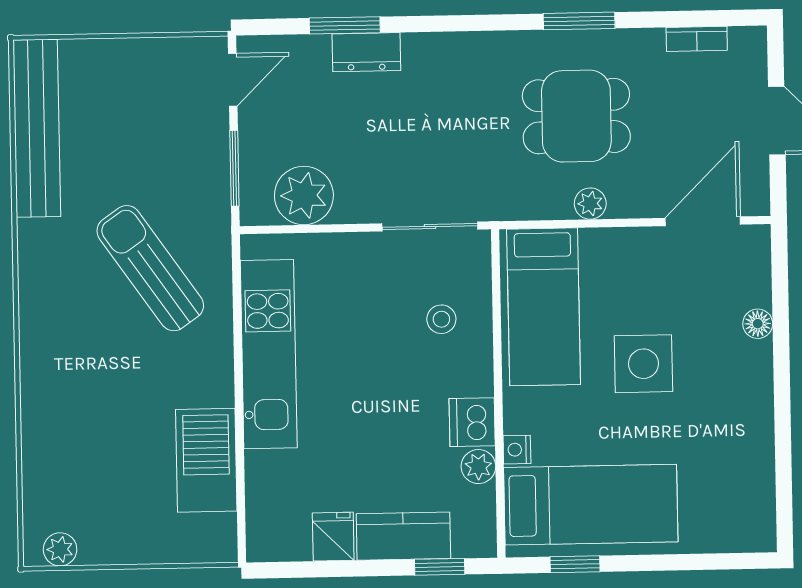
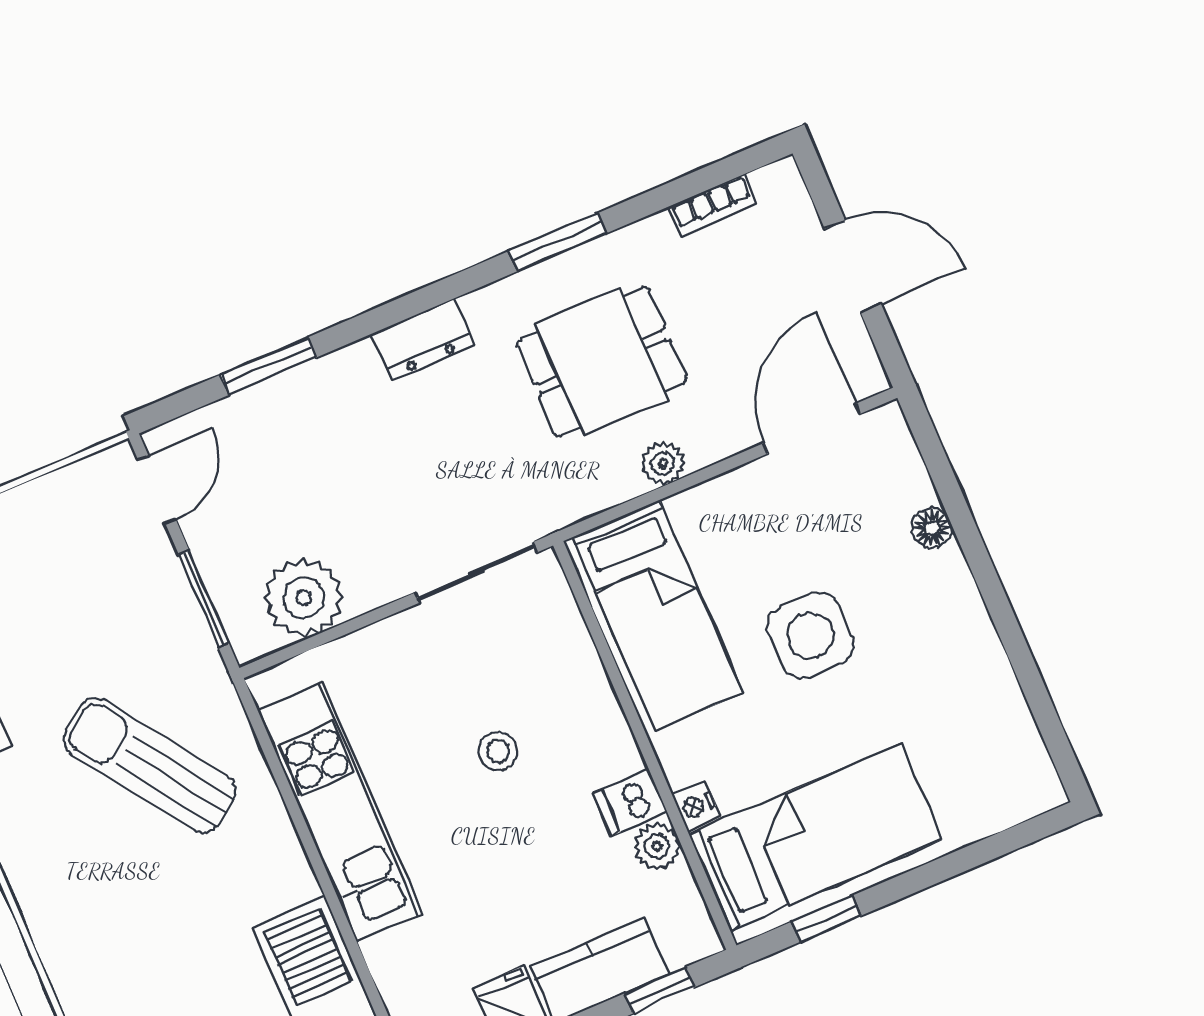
dresser: (366, 52) -> (423, 339), moved
stool: (441, 319) -> (498, 751), moved
dishwasher: (472, 422) -> (630, 802), width x0.73

